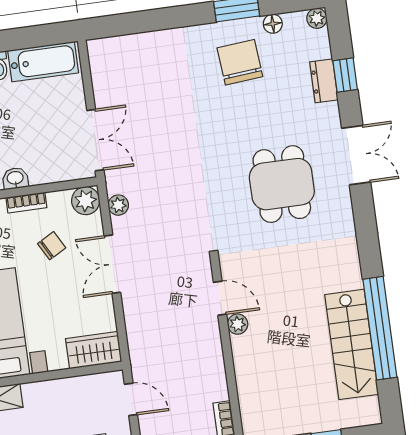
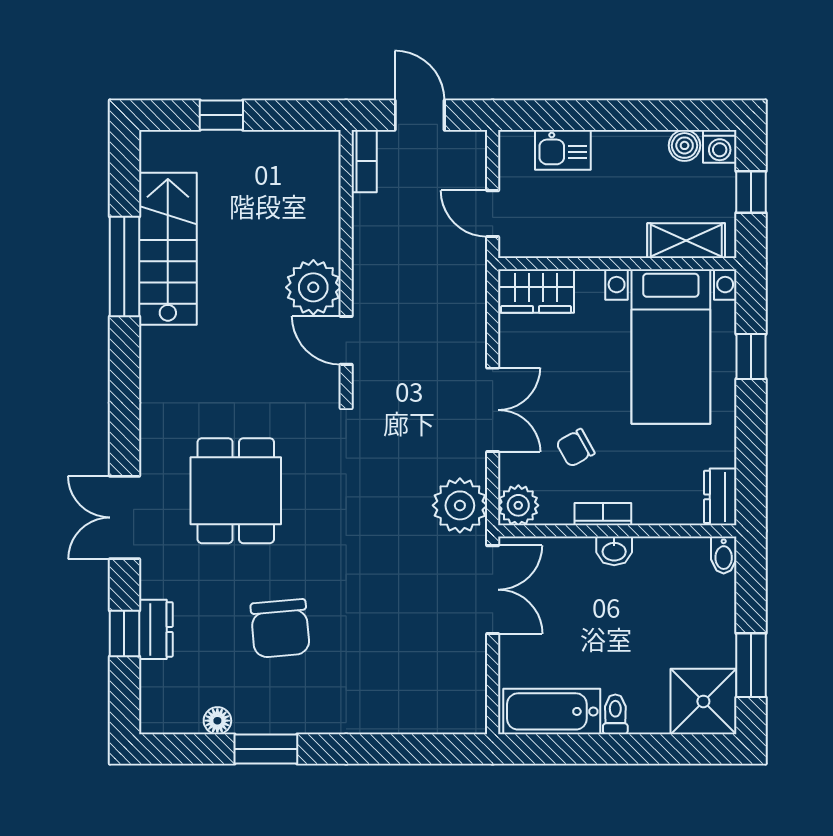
plant: (317, 18) -> (154, 720), removed
chair: (240, 62) -> (280, 628), moved
double door: (95, 140) -> (493, 590), swing flipped
plant: (118, 205) -> (460, 505), width x1.87, depth x1.87
plant: (238, 324) -> (313, 287), width x1.88, depth x1.88
window: (380, 328) -> (124, 266), width x0.68

